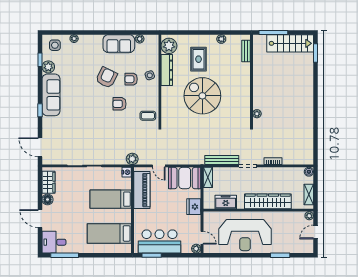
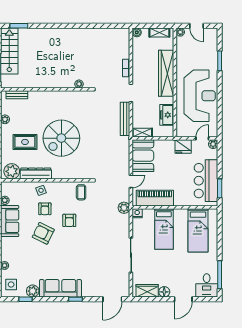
fridge: (194, 207) -> (183, 147), moved

